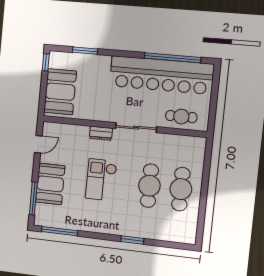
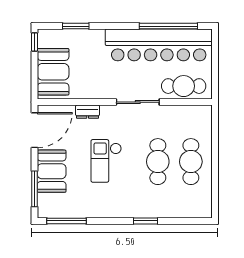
cafe table: (181, 117) -> (184, 86), width x1.37, depth x1.35
dresser: (101, 133) -> (88, 112), moved
door: (38, 144) -> (34, 130), width x1.88

